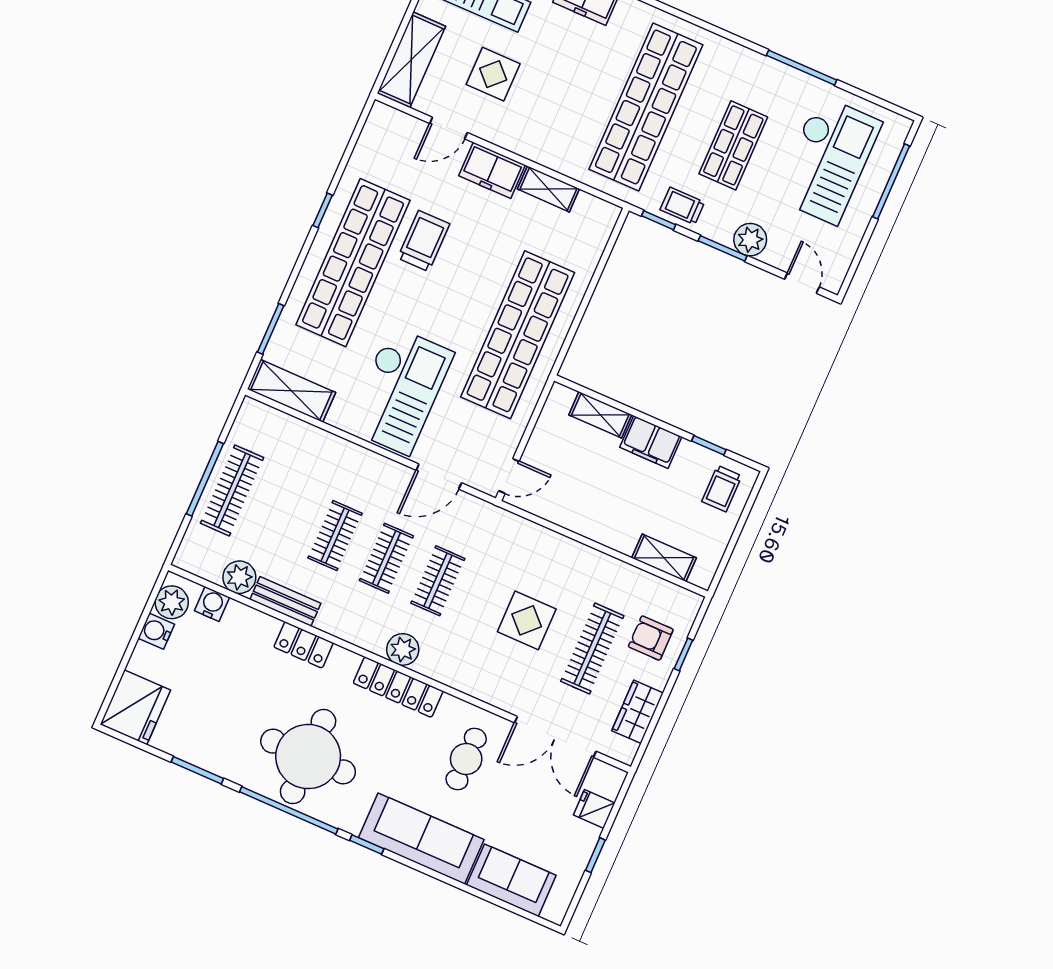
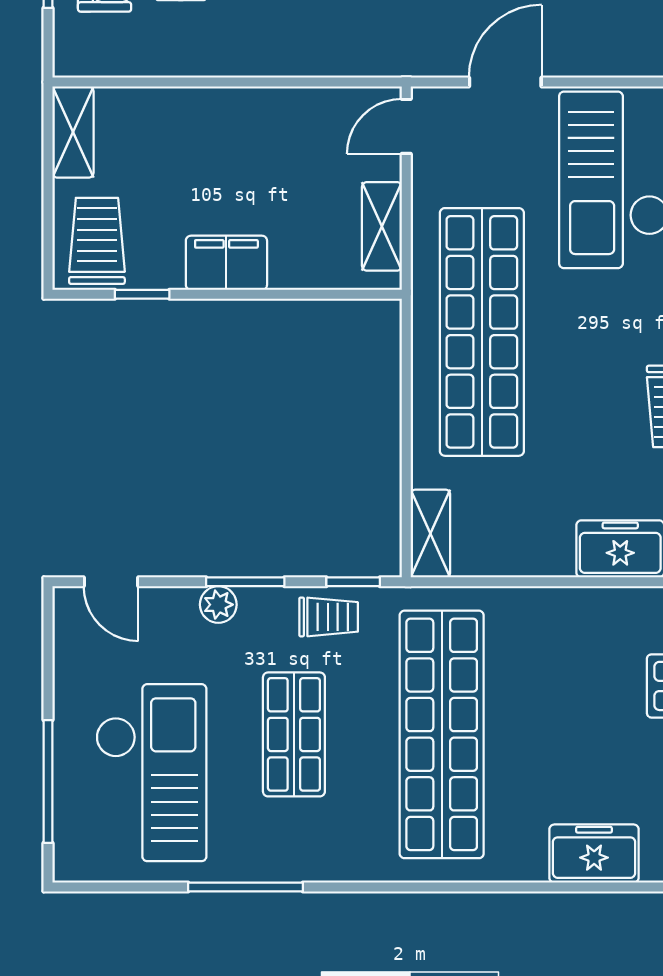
checkout: (828, 160) -> (151, 773), turned 180
shelving: (548, 189) -> (430, 533), moved, turned 90
plant: (750, 240) -> (218, 605), width x0.73, depth x0.73
shelving: (600, 415) -> (382, 226), moved, turned 90
trolley: (722, 489) -> (97, 241), width x1.36, depth x1.39
shelving: (664, 558) -> (73, 132), moved, turned 90

